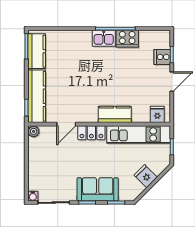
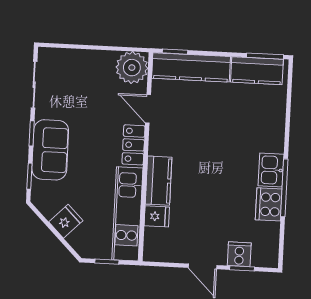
fridge: (157, 114) -> (157, 216), moved
plant: (34, 131) -> (132, 68), width x1.88, depth x1.88
water cooler: (33, 196) -> (45, 54), removed

